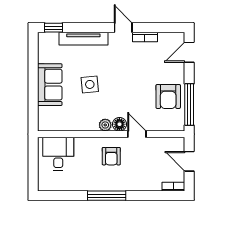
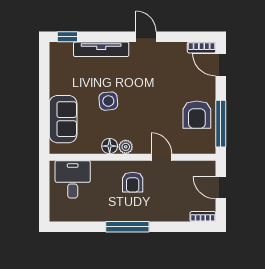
bookcase: (145, 37) -> (202, 47), moved
door: (189, 52) -> (221, 65), hinge flipped
sofa: (50, 85) -> (63, 119), moved
floor lamp: (119, 124) -> (110, 146), moved

